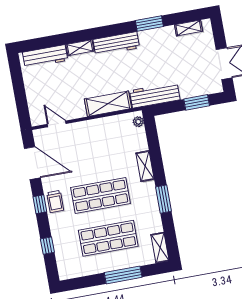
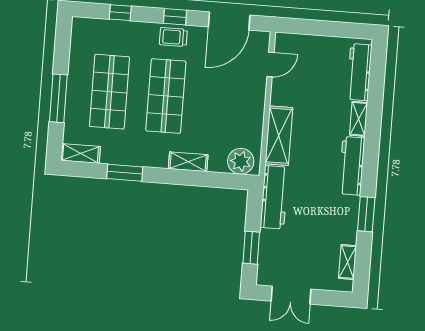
plant: (138, 122) -> (241, 161), width x1.87, depth x1.87
window: (163, 199) -> (125, 173), moved

